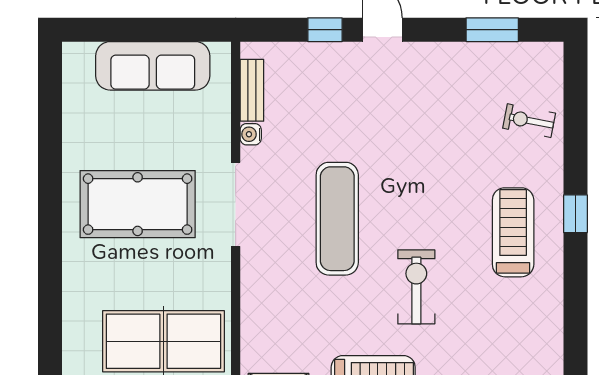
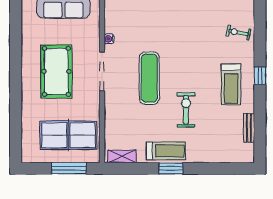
bench: (252, 90) -> (249, 128), moved
pool table: (138, 204) -> (56, 71), turned 90
treadmill: (513, 232) -> (231, 84), turned 180

